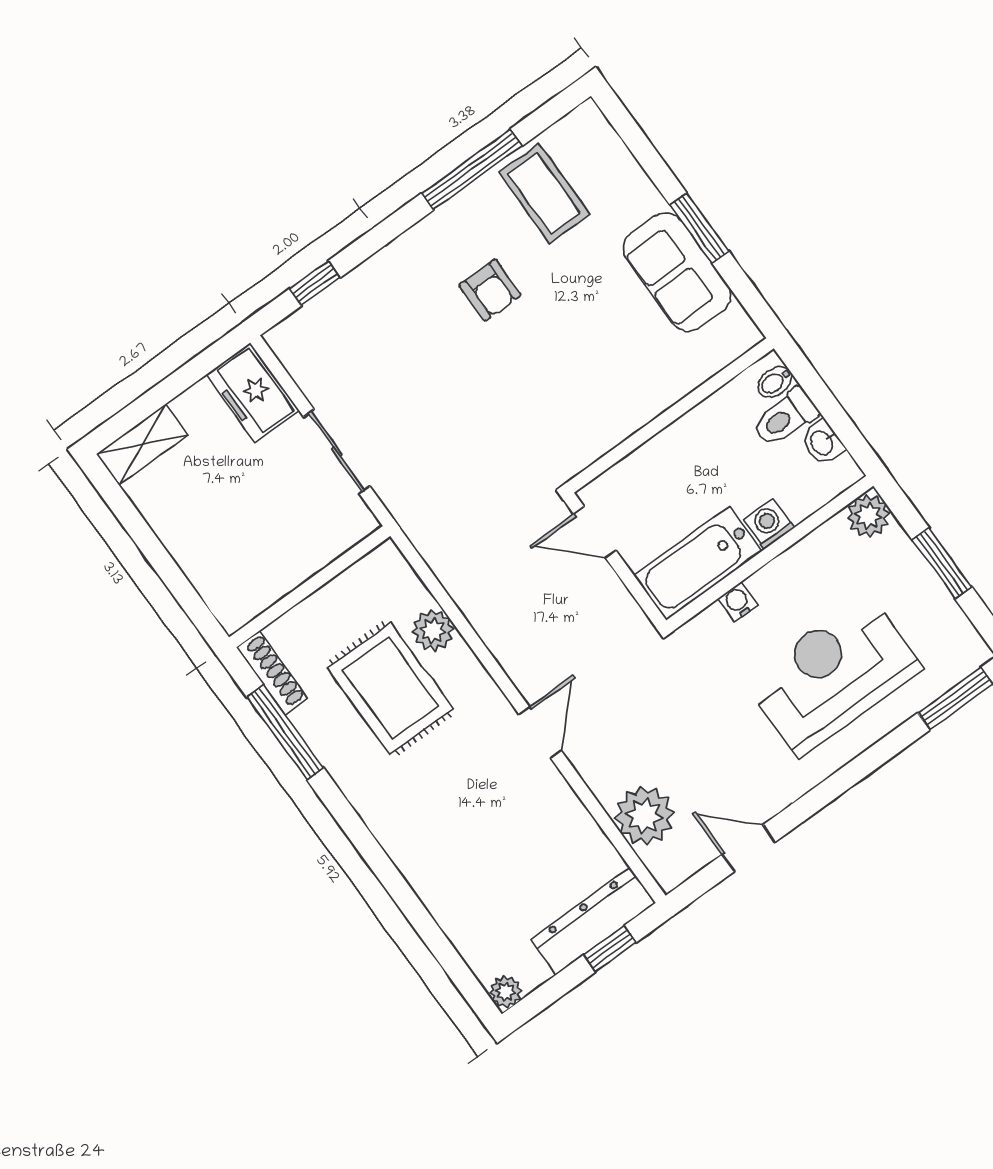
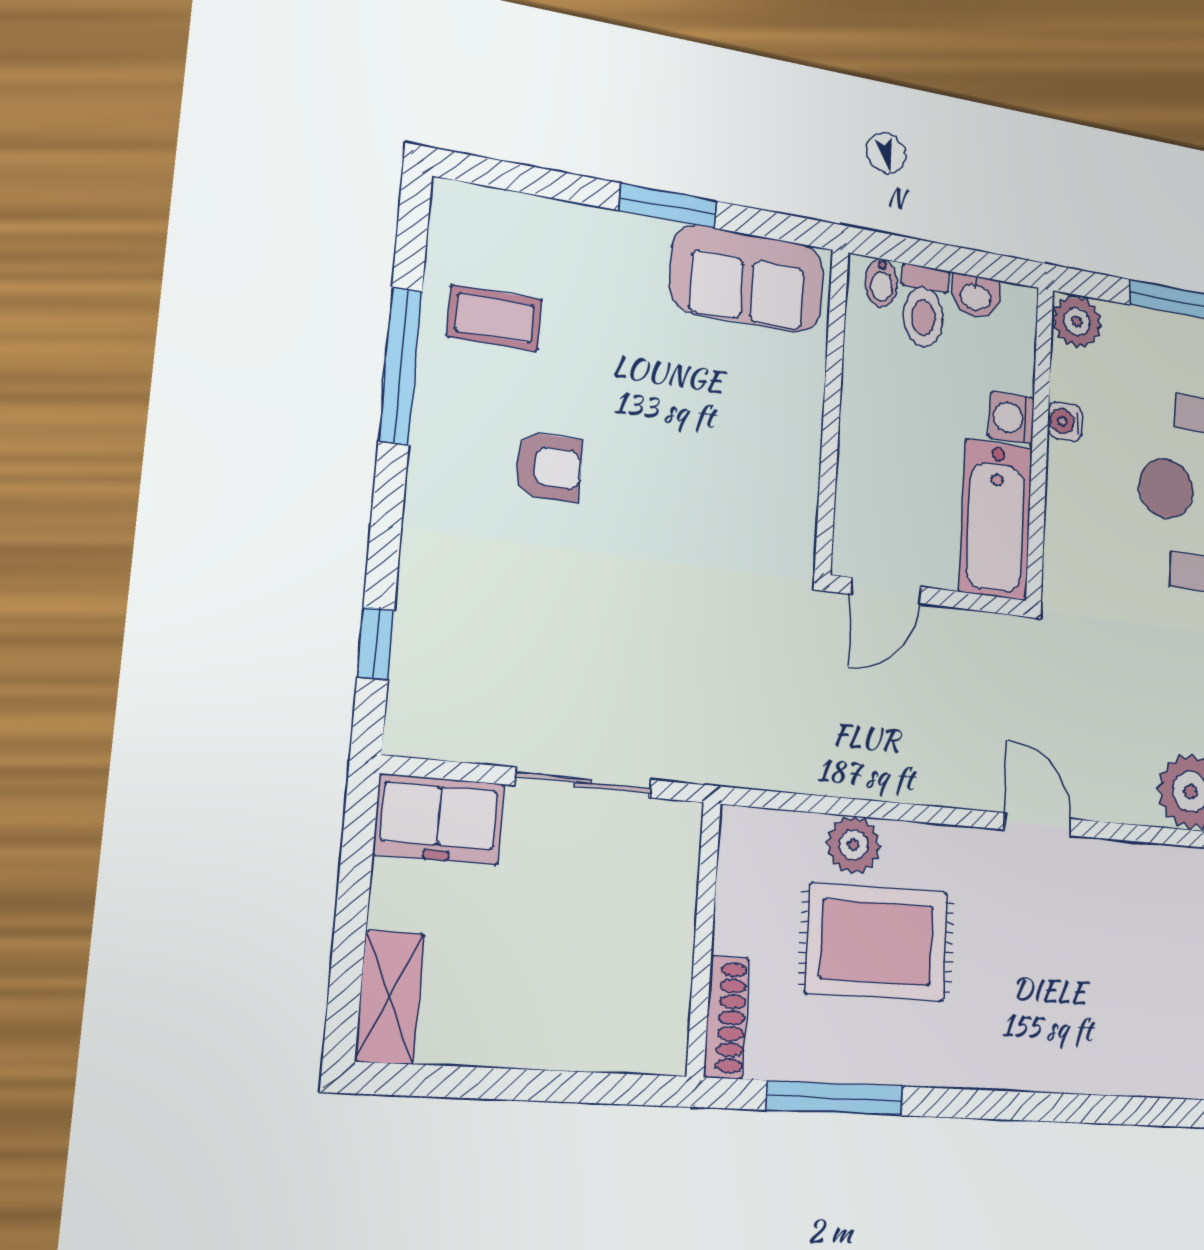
coffee table: (544, 193) -> (494, 318), width x0.73, depth x0.77
sofa: (677, 272) -> (747, 278), moved
water cooler: (738, 602) -> (1065, 422), moved
shoe rack: (272, 673) -> (727, 1017), moved, turned 90

